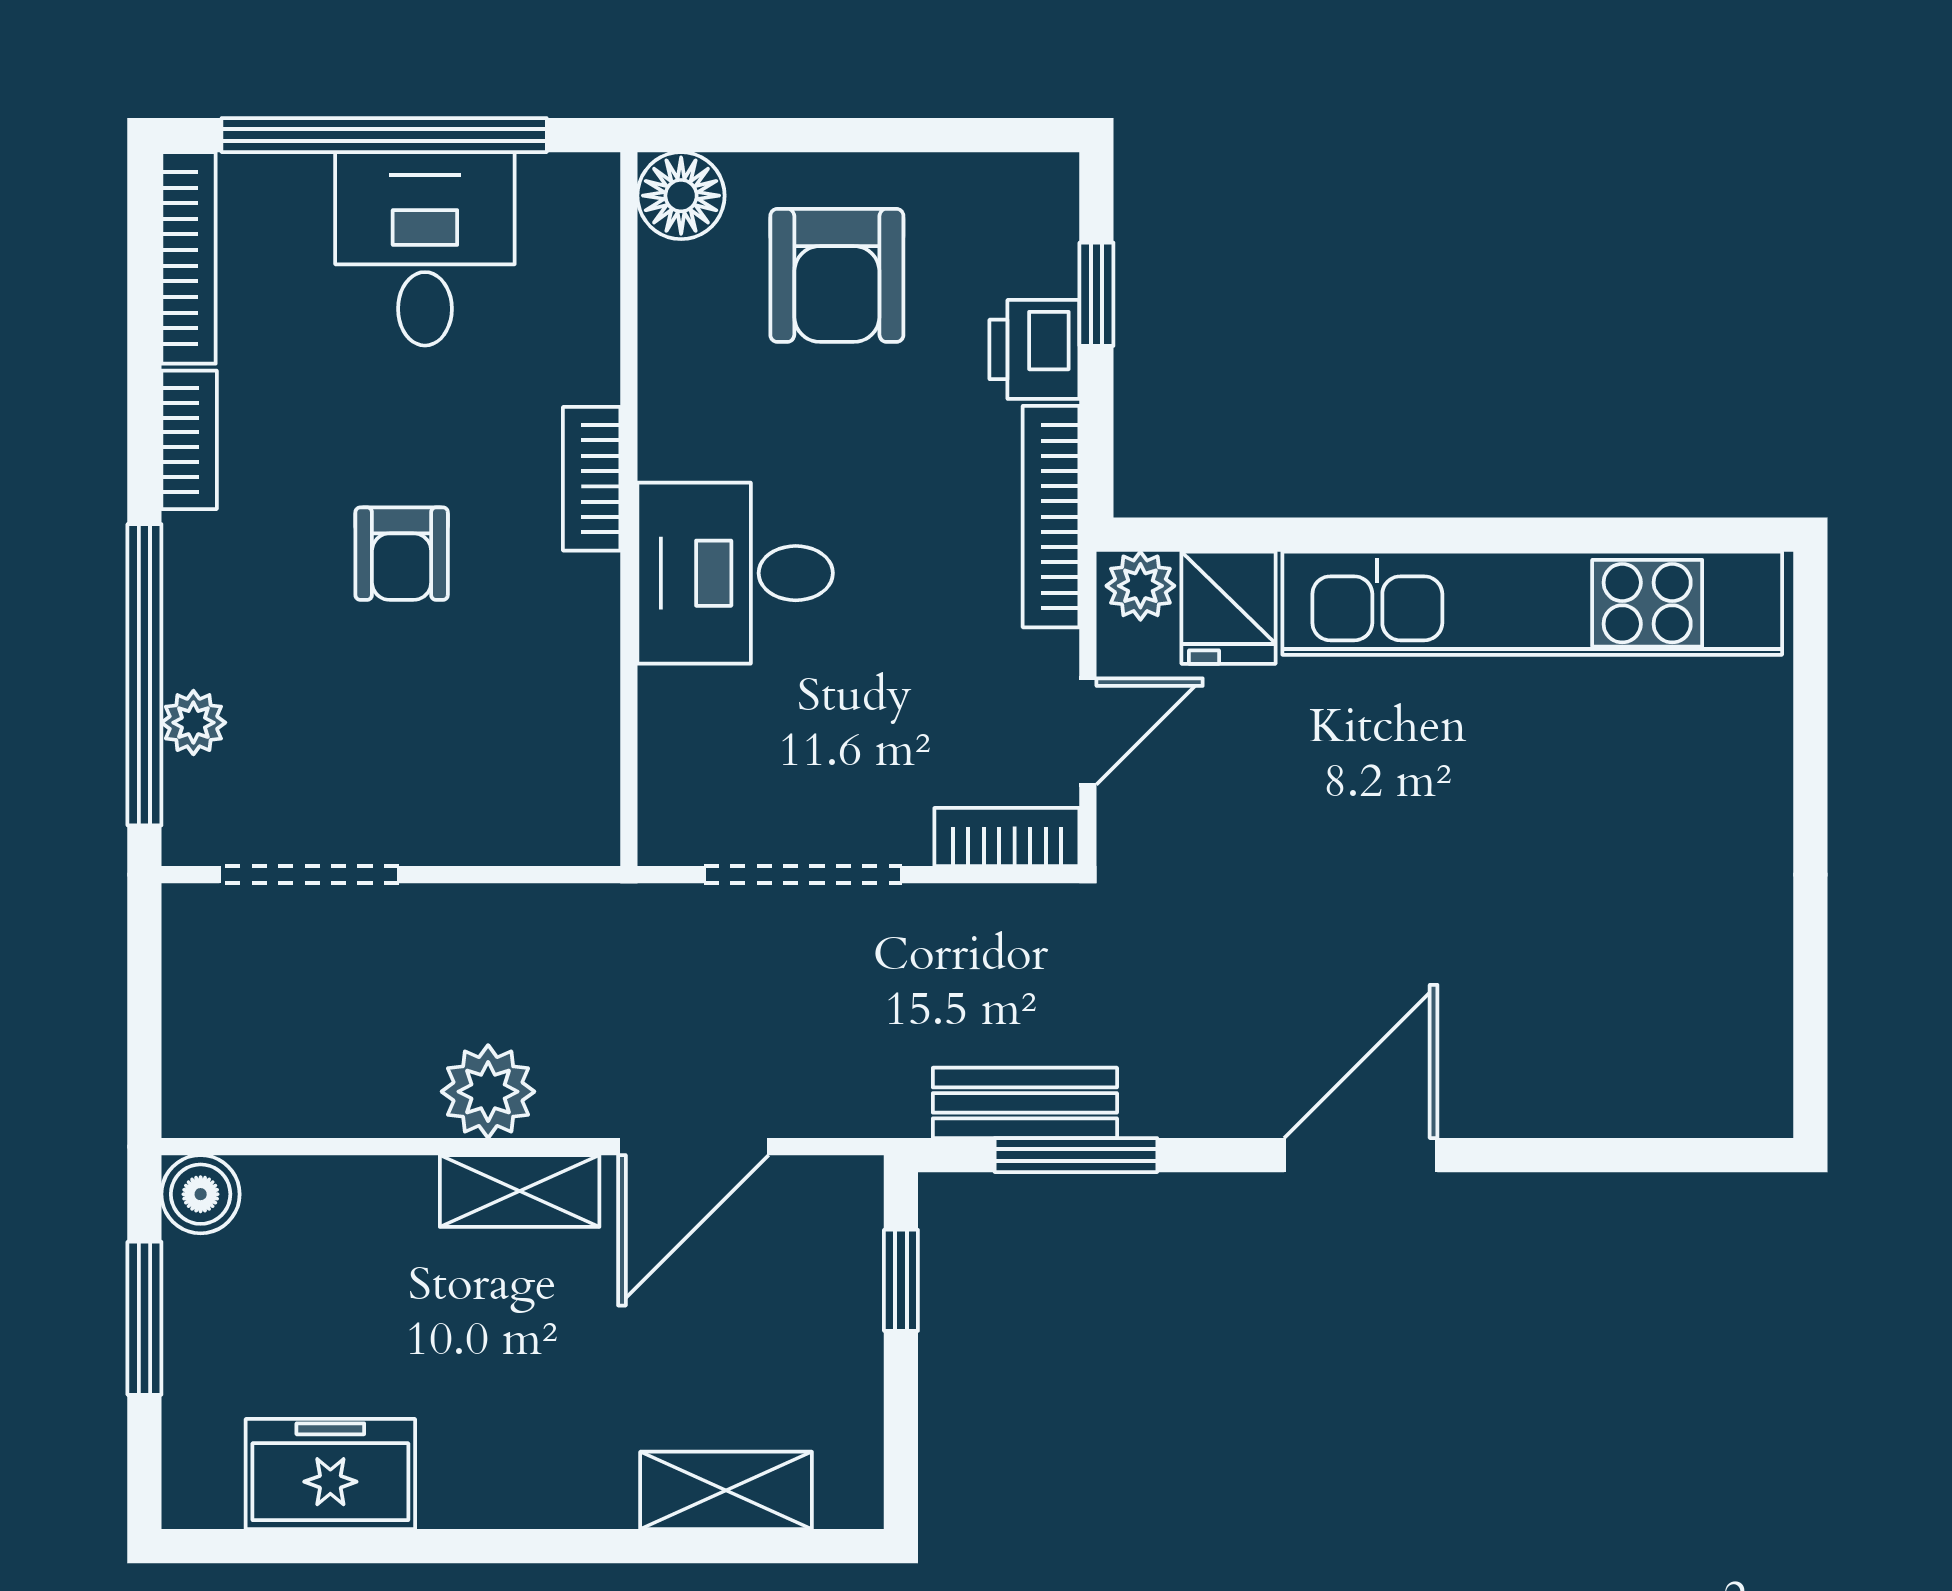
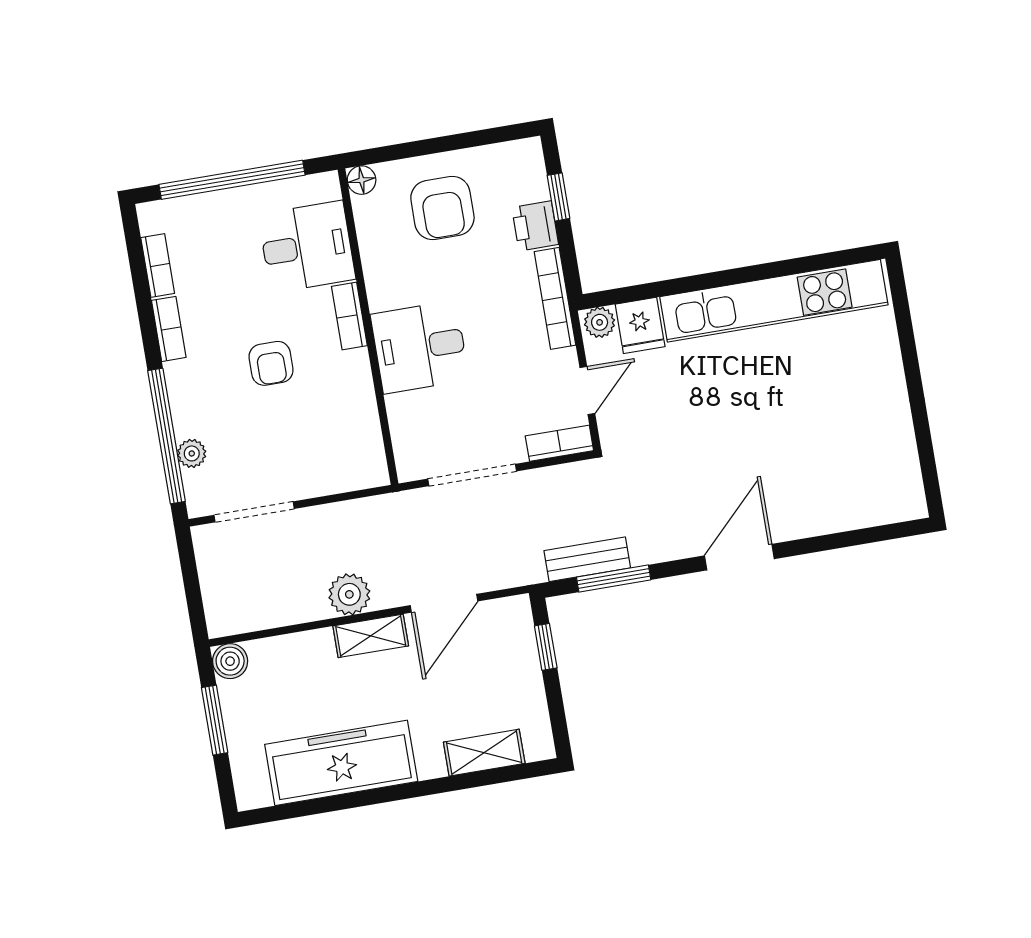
floor lamp: (681, 196) -> (362, 180), width x0.73, depth x0.73
desk: (425, 249) -> (307, 247), moved, turned 90
bookcase: (189, 258) -> (158, 265), width x0.64
freezer: (330, 1474) -> (341, 763), width x1.91, depth x1.26

